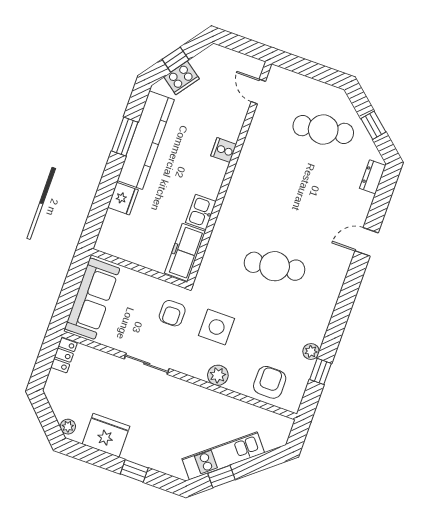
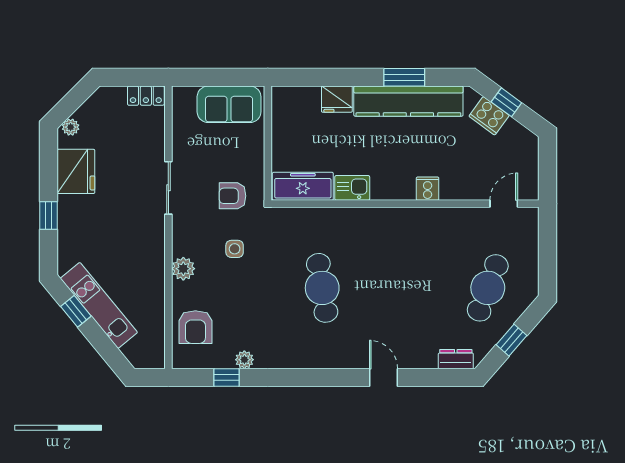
cafe table: (323, 129) -> (488, 288), turned 30
sofa: (92, 299) -> (229, 104), width x0.73
side table: (217, 327) -> (235, 249), width x0.54, depth x0.54
armchair: (270, 382) -> (195, 327), turned 90

